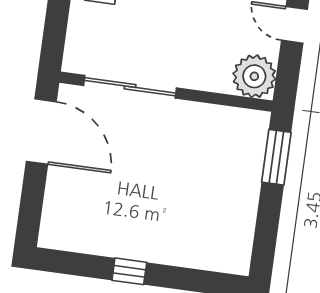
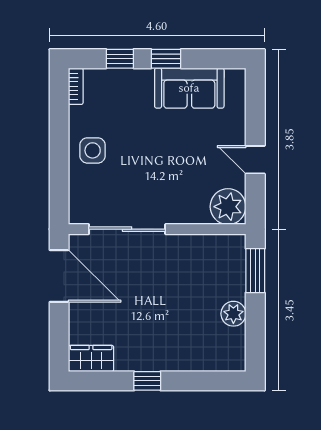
plant: (243, 205) -> (233, 314), added
wardrobe: (66, 235) -> (91, 358), added

